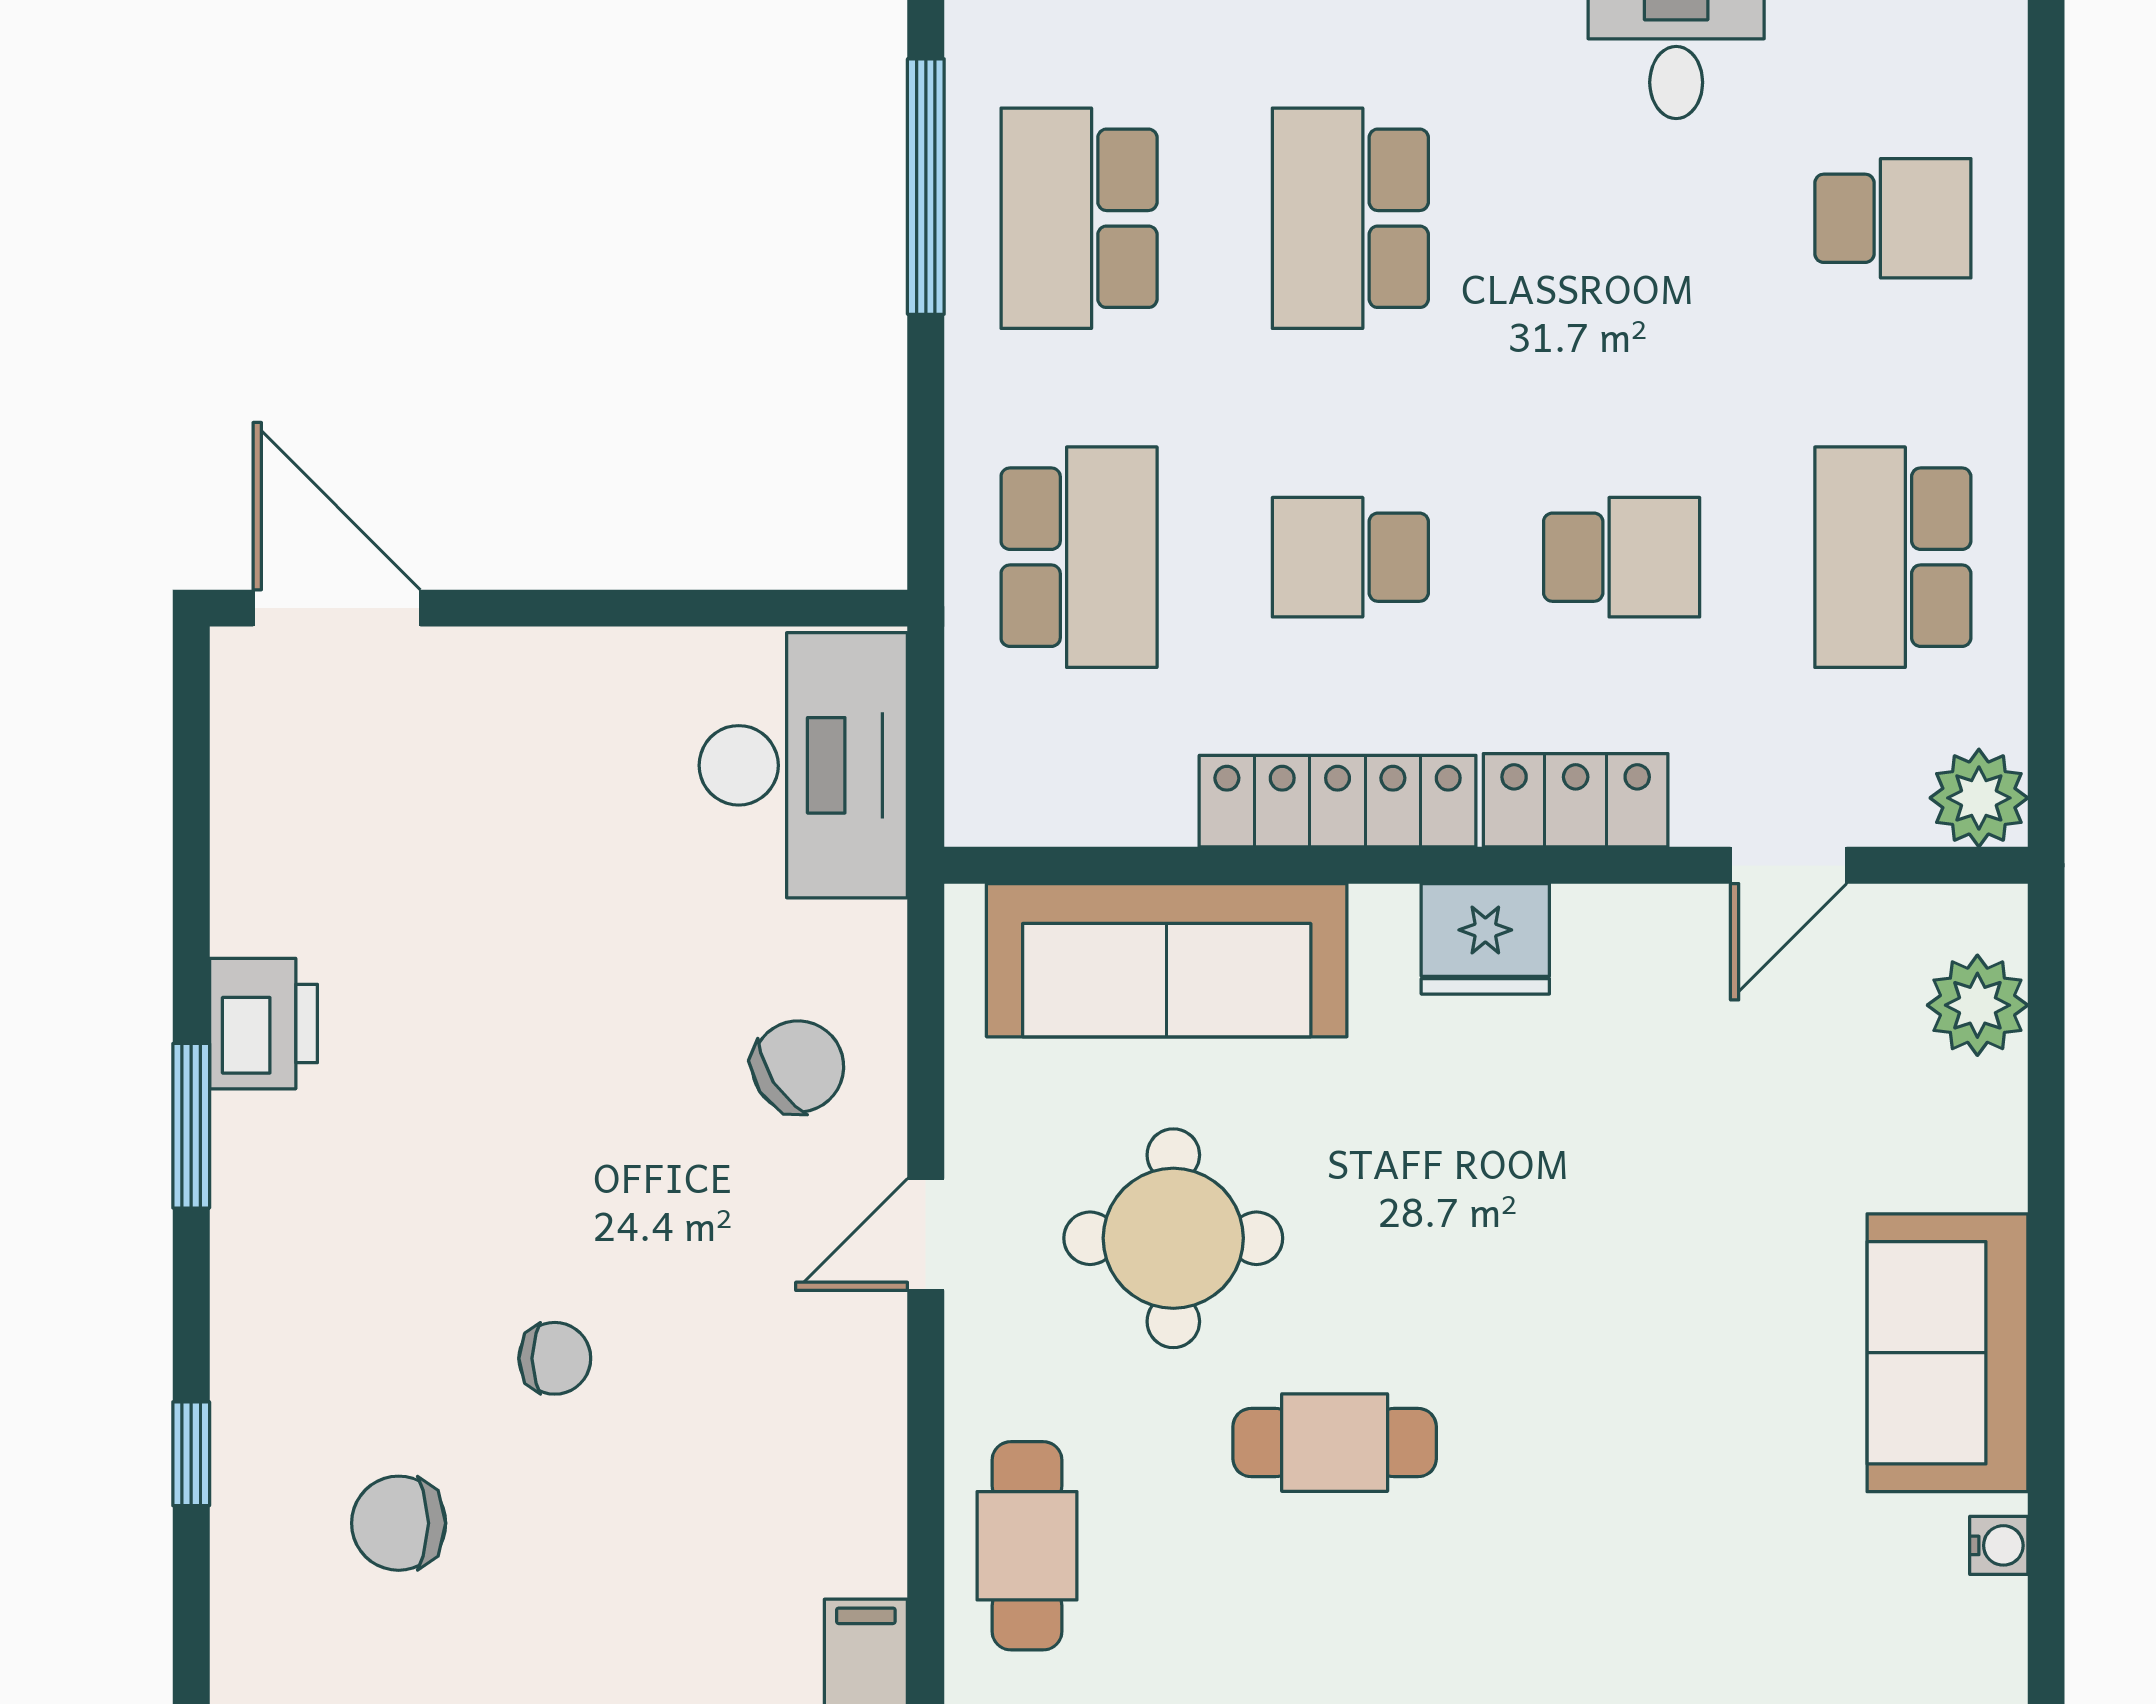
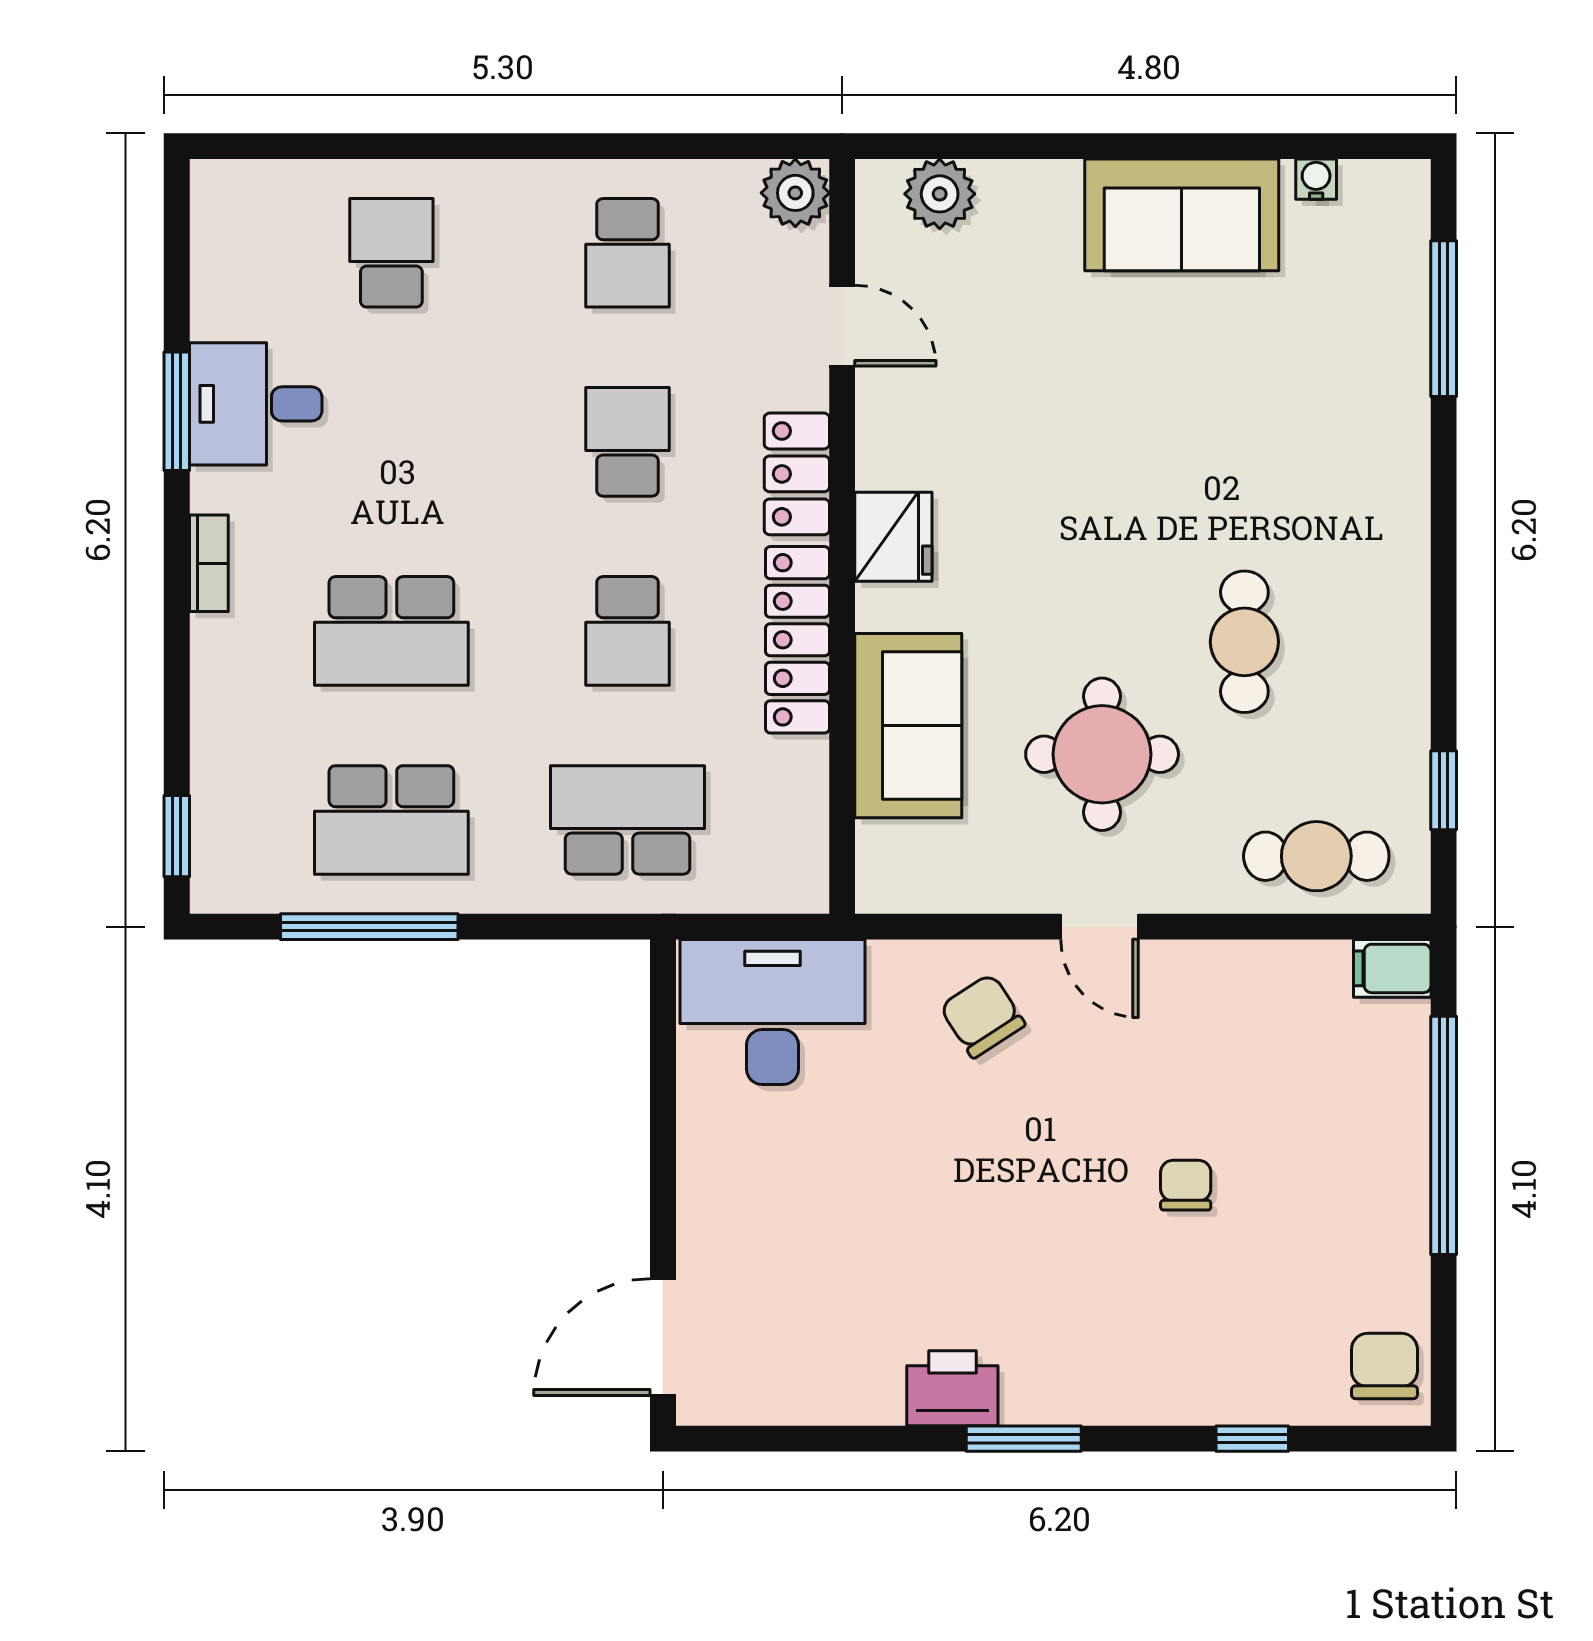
school desk: (1893, 557) -> (627, 253), width x0.54
sofa: (1167, 960) -> (908, 726), width x0.73
chair: (399, 1523) -> (1384, 1366), moved, turned 180

